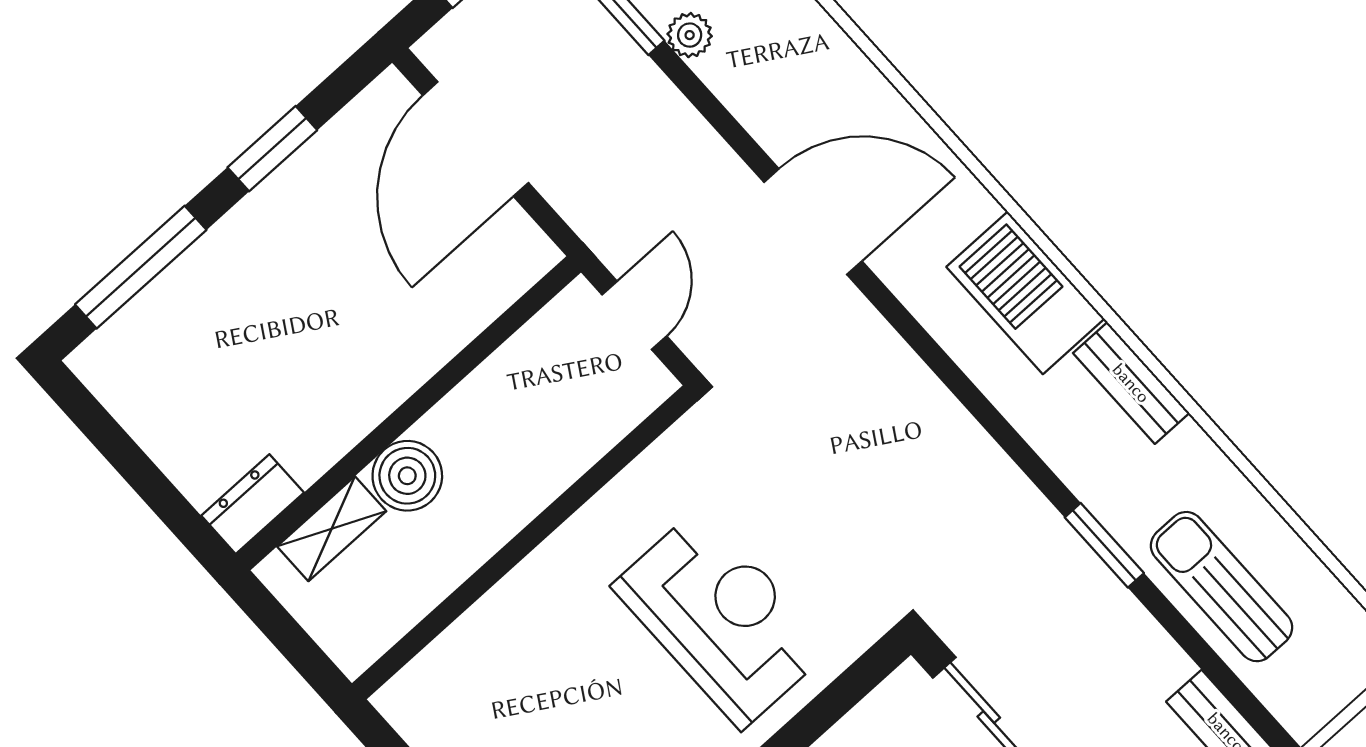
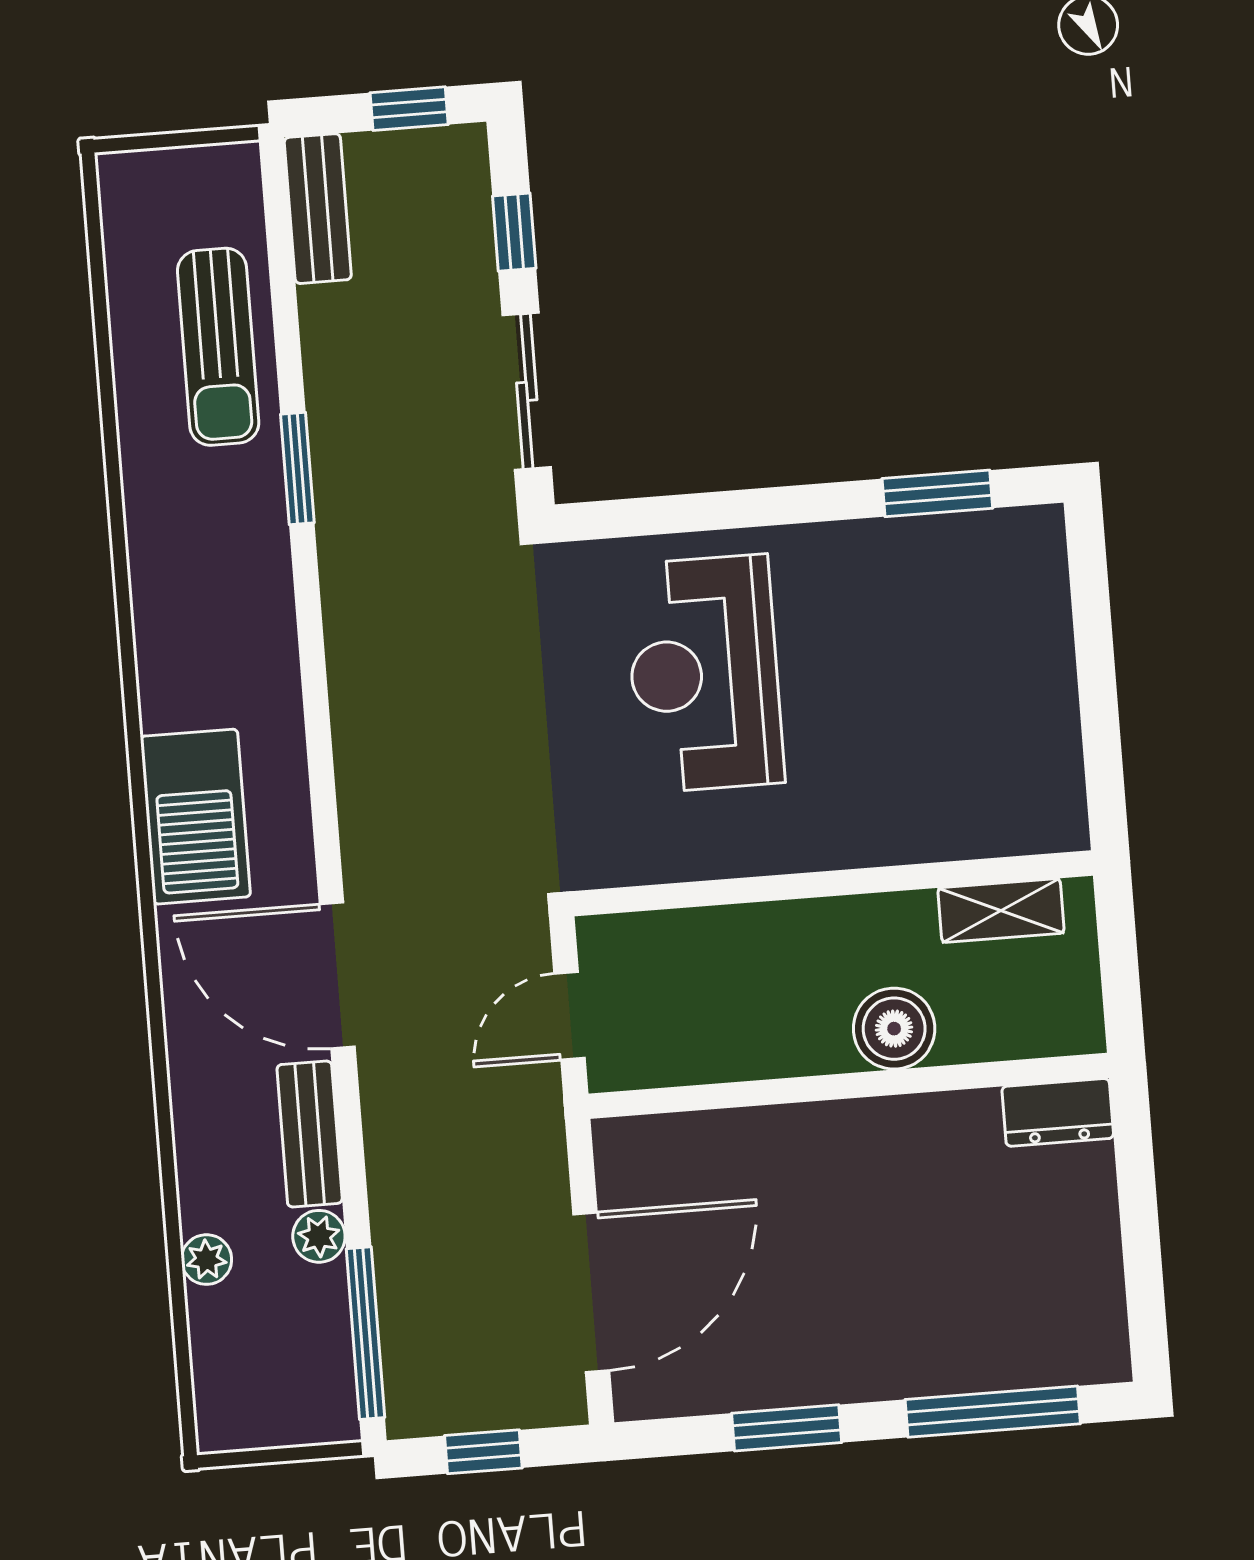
barbecue: (1025, 293) -> (195, 817), moved
bench: (1131, 383) -> (310, 1134), moved
shelving: (332, 529) -> (1001, 911), moved

